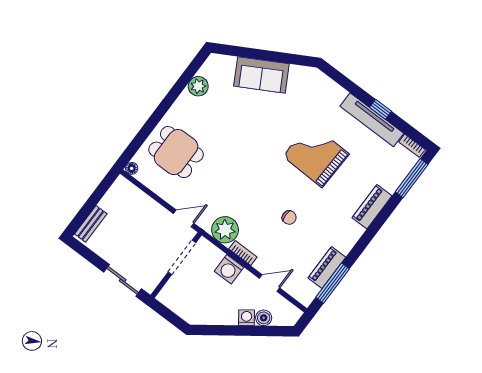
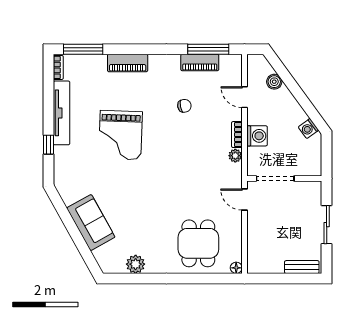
window: (381, 109) -> (48, 145), moved
chair: (289, 217) -> (184, 106), moved, turned 80
plant: (225, 230) -> (235, 156), width x0.53, depth x0.53
sliding door: (123, 280) -> (327, 225), moved
washing machine: (247, 318) -> (308, 128), moved

